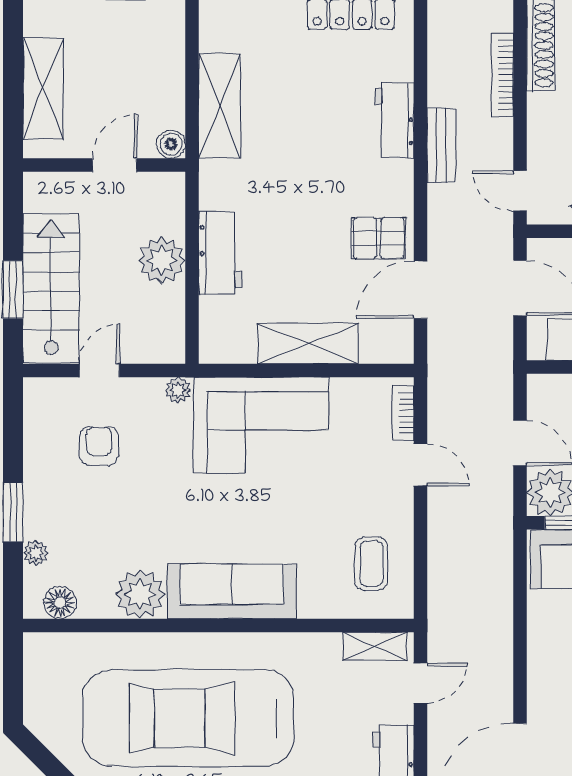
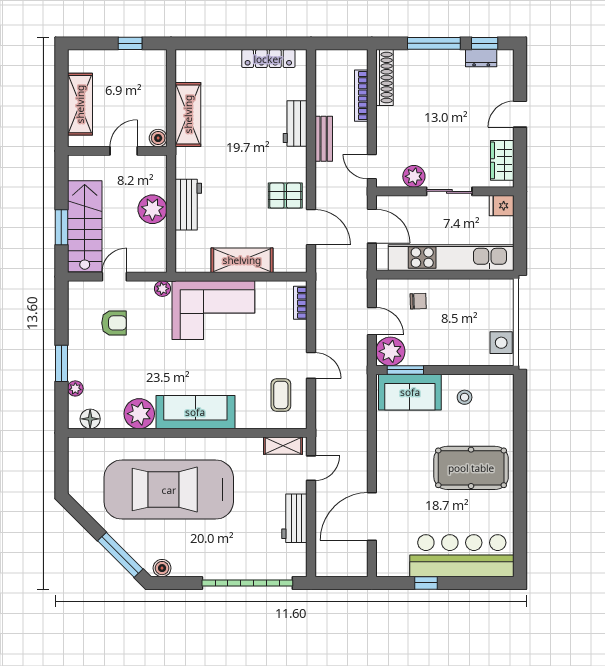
door: (421, 290) -> (311, 227), swing flipped
armchair: (99, 446) -> (114, 323), turned 90
door: (421, 465) -> (311, 365), moved

